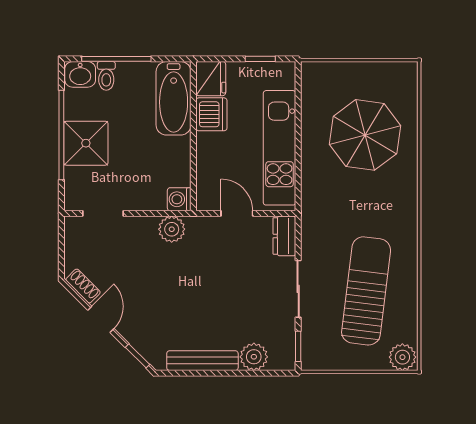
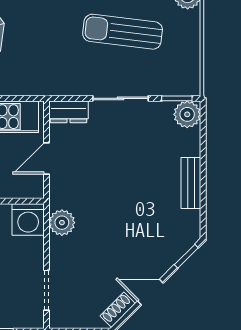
washing machine: (179, 199) -> (28, 220), width x1.38, depth x1.38
sun lounger: (366, 291) -> (123, 32), width x0.73, depth x0.75
plant: (254, 357) -> (187, 114), moved
bench: (202, 361) -> (191, 183), width x0.73

